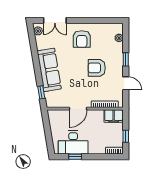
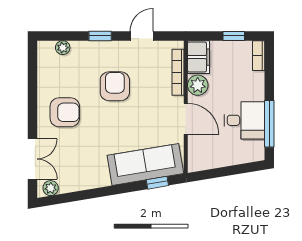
armchair: (97, 68) -> (115, 86), turned 180
sofa: (49, 70) -> (145, 164), moved
plant: (97, 116) -> (198, 85), added
desk: (73, 142) -> (244, 120), width x0.73
window: (75, 157) -> (269, 124), width x2.17

